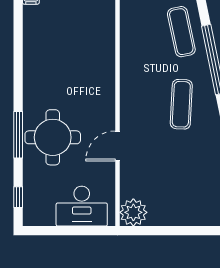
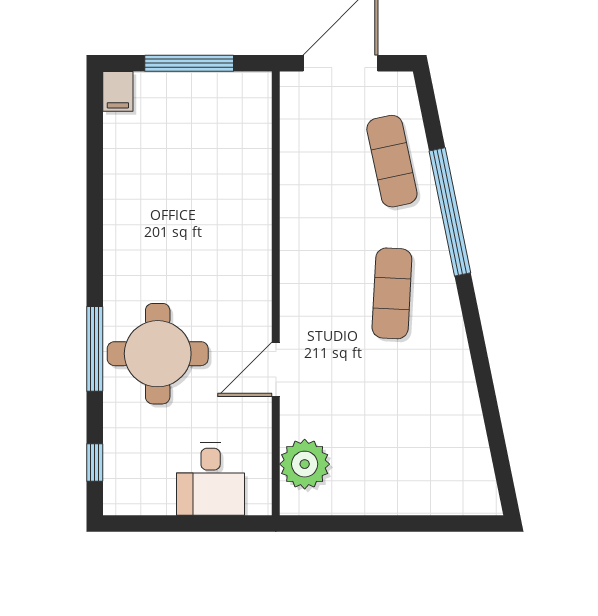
desk: (82, 206) -> (211, 479), width x0.73
plant: (133, 212) -> (305, 464), moved

